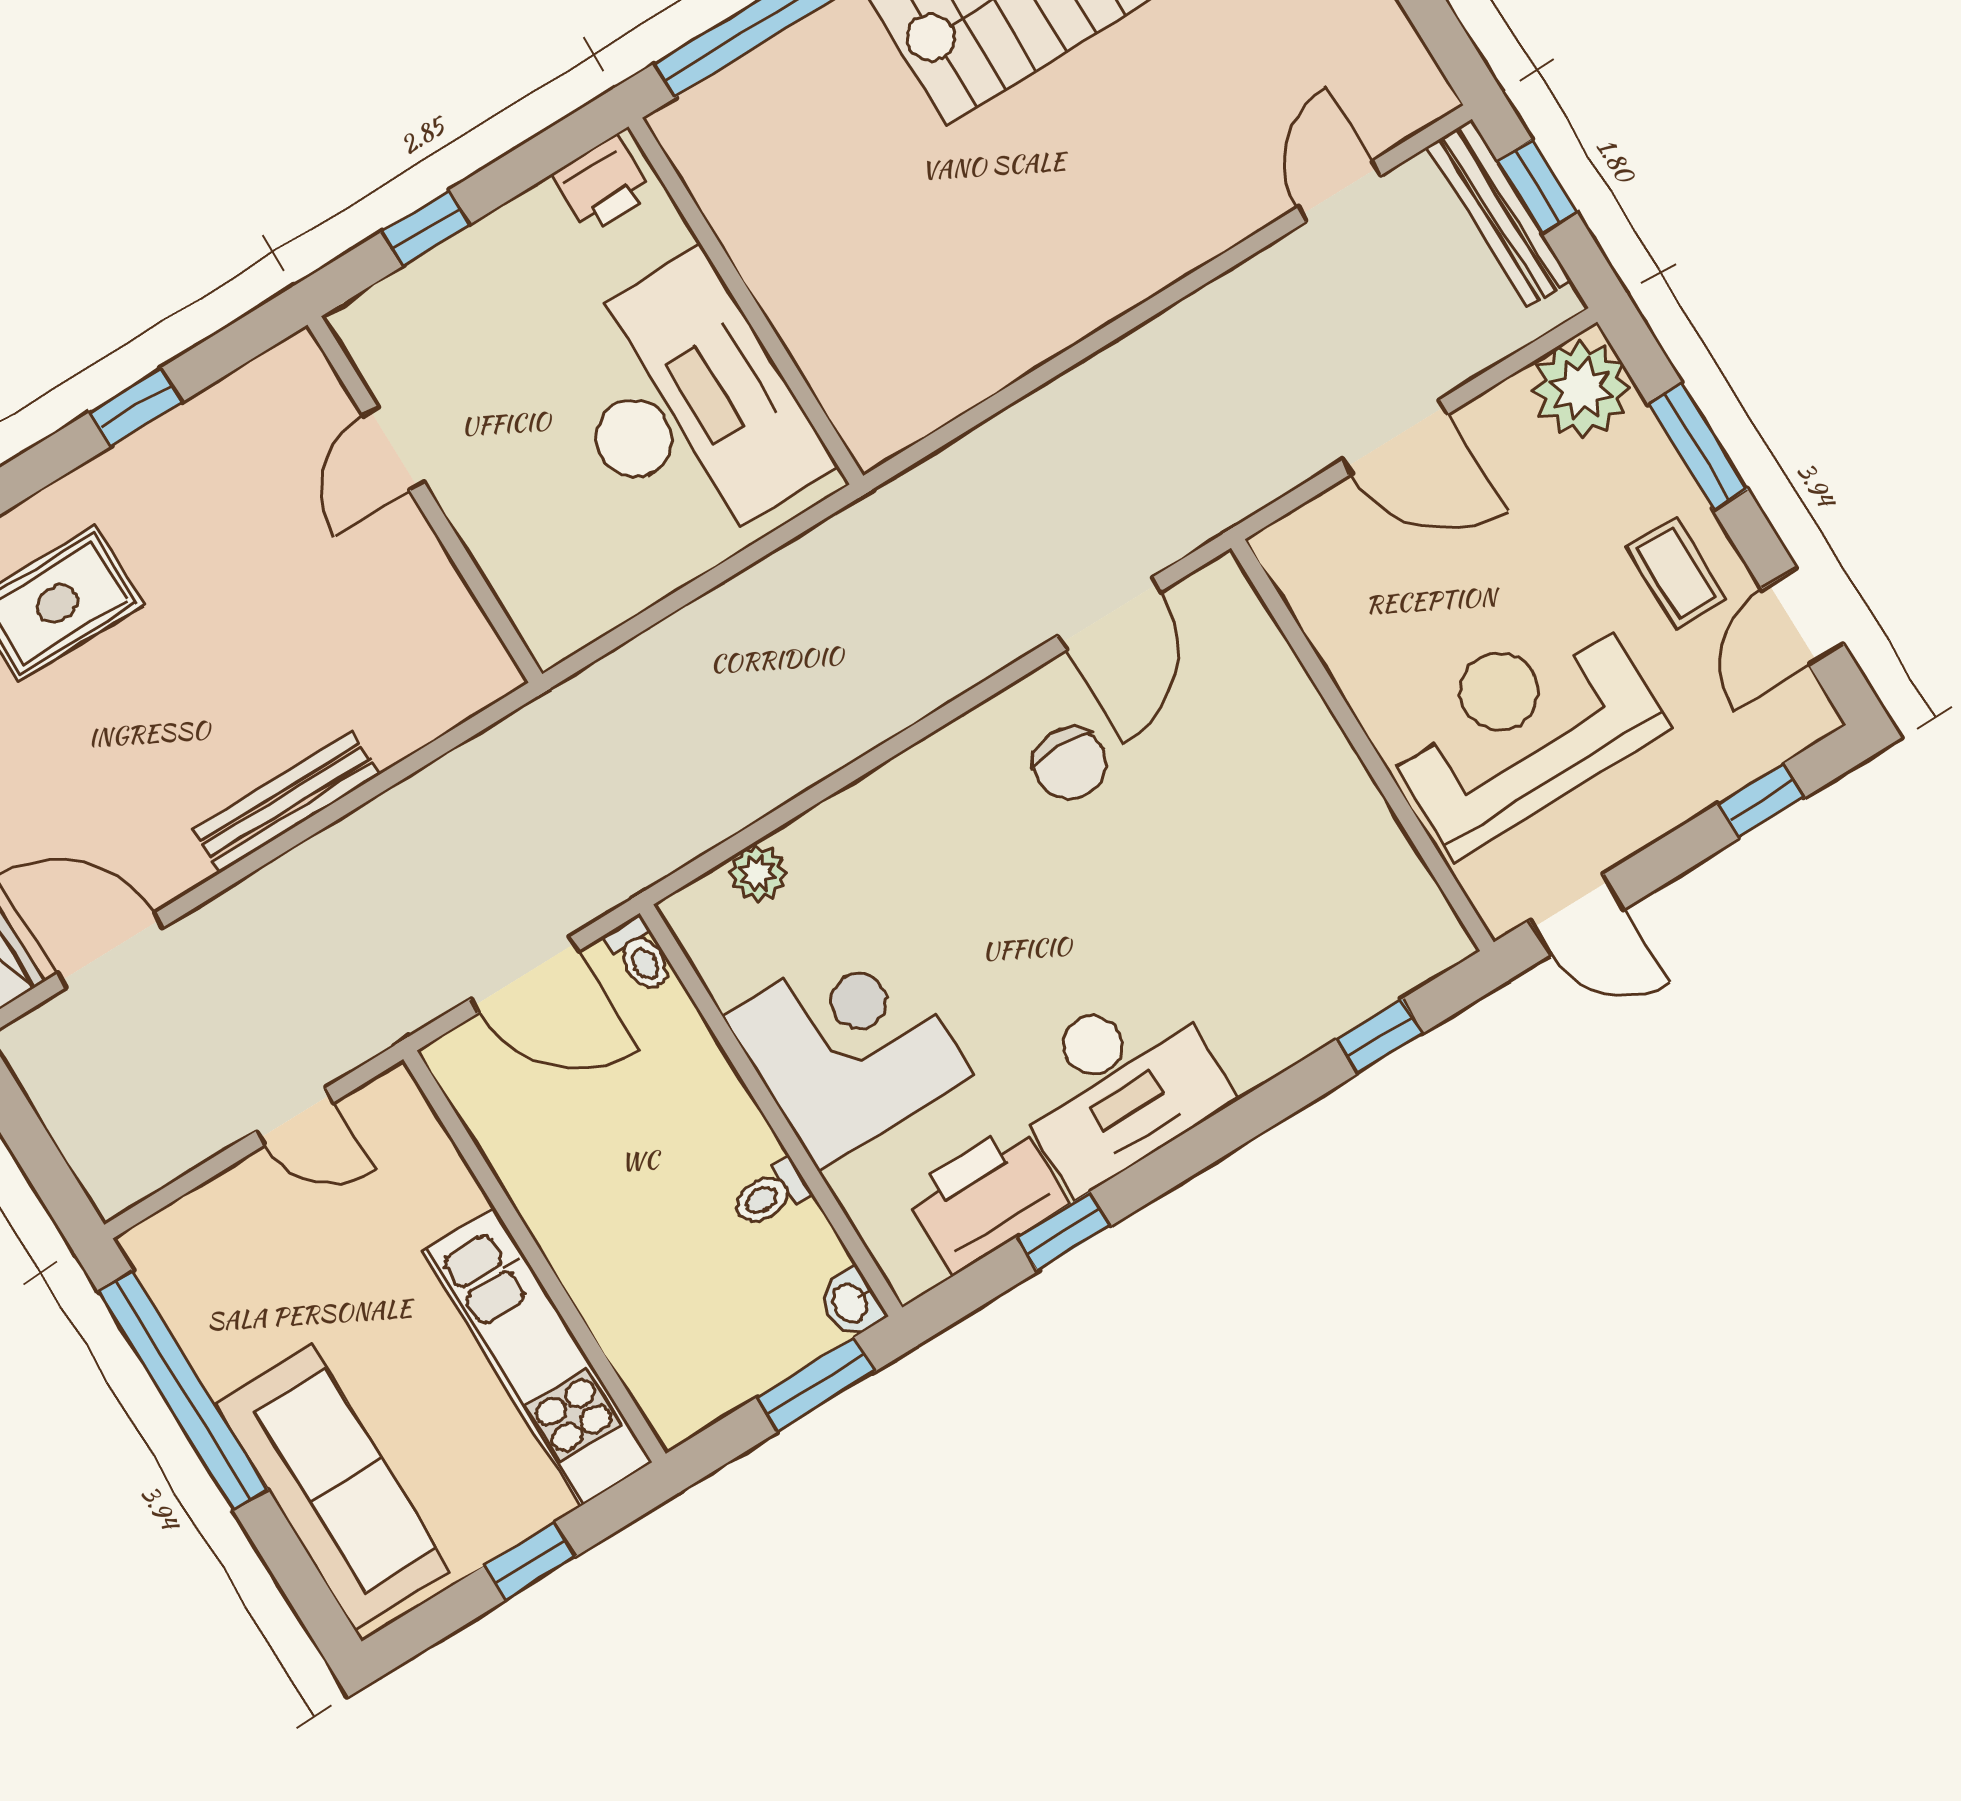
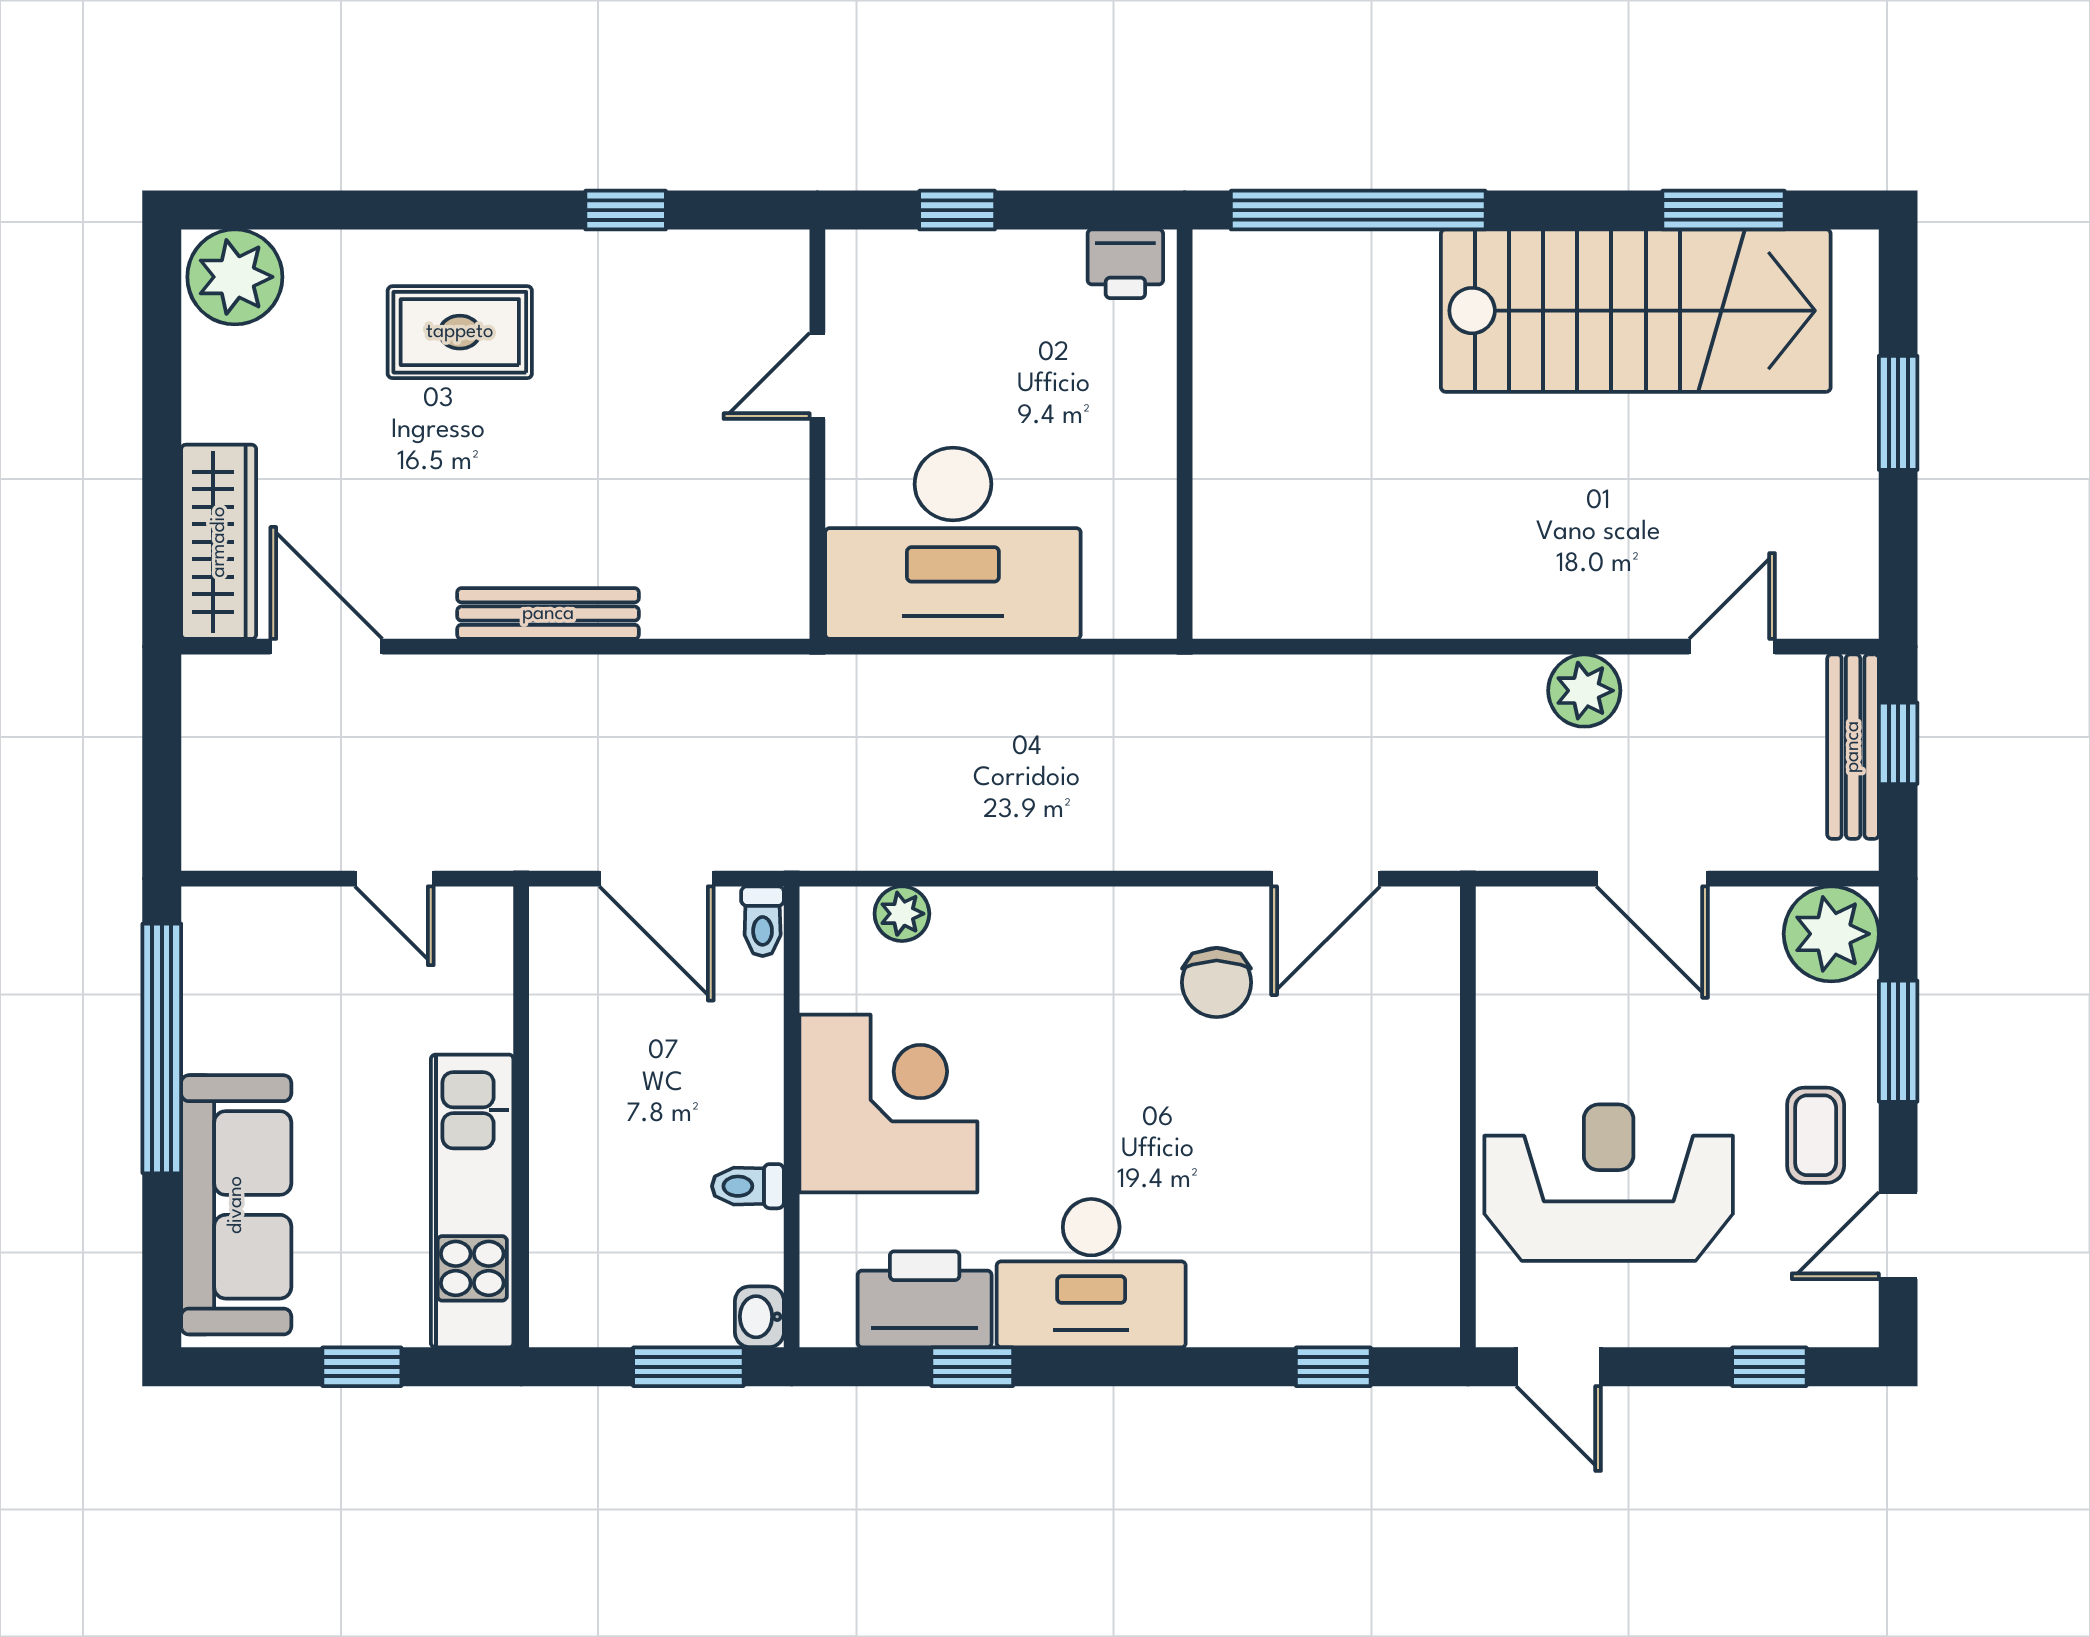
plant: (1234, 309) -> (1584, 691), added
desk: (686, 406) -> (953, 543), moved, turned 90

